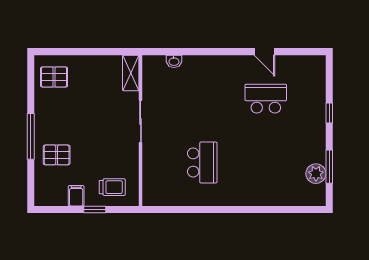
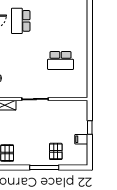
school desk: (202, 162) -> (61, 61), turned 180
trolley: (112, 187) -> (76, 117), removed

